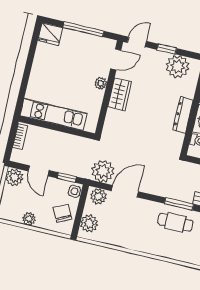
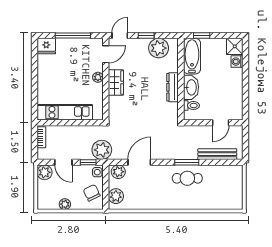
plant: (103, 171) -> (102, 150), moved

